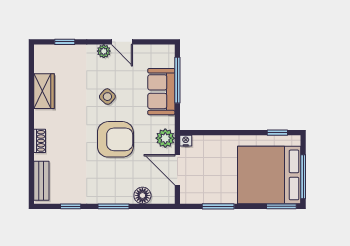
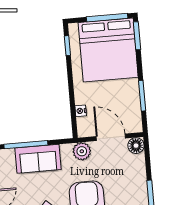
nightstand: (186, 141) -> (81, 111), moved
door: (177, 170) -> (111, 137), swing flipped
floor lamp: (142, 195) -> (136, 146), moved

